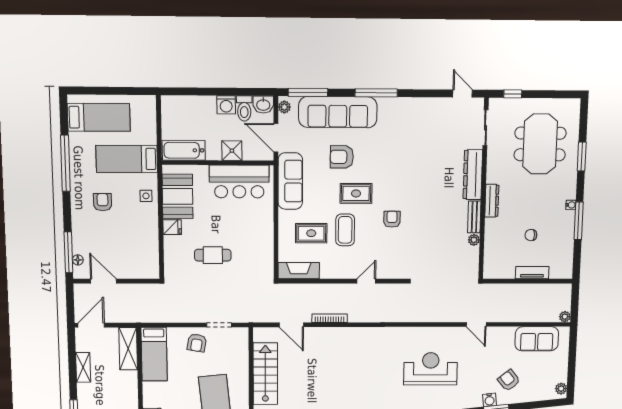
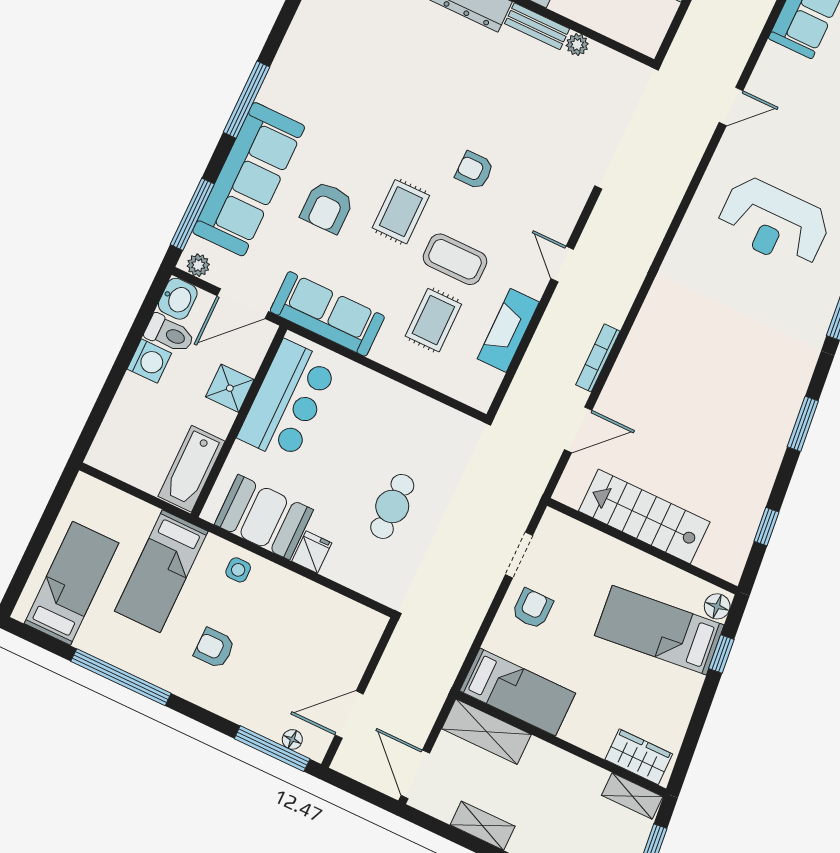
fireplace: (299, 271) -> (508, 330), moved
armchair: (197, 343) -> (532, 609), turned -100
reception desk: (431, 369) -> (774, 223), turned -90

